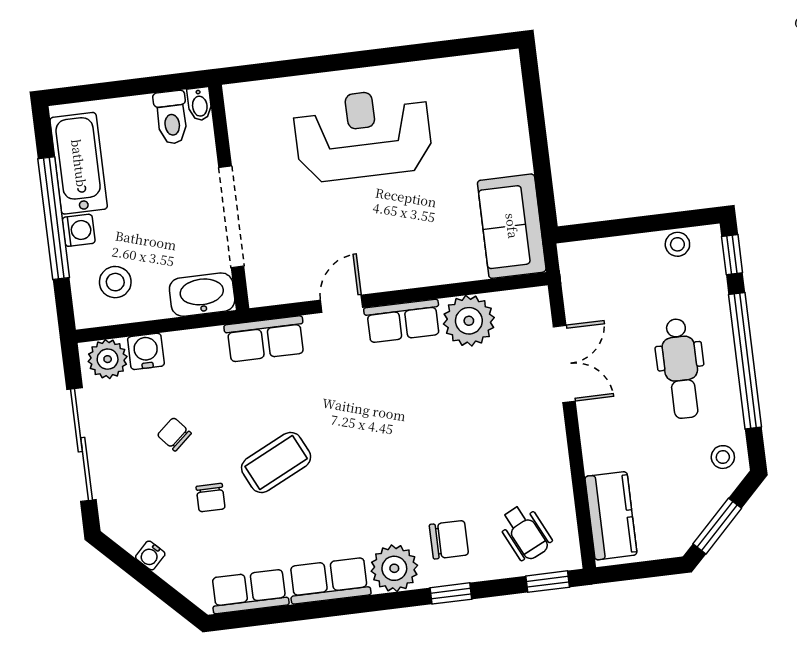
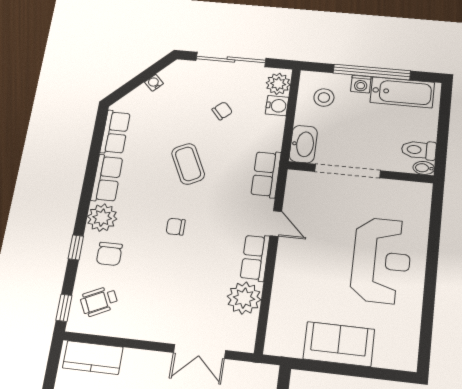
sofa: (512, 226) -> (339, 344), moved
chair: (211, 498) -> (176, 227), moved

